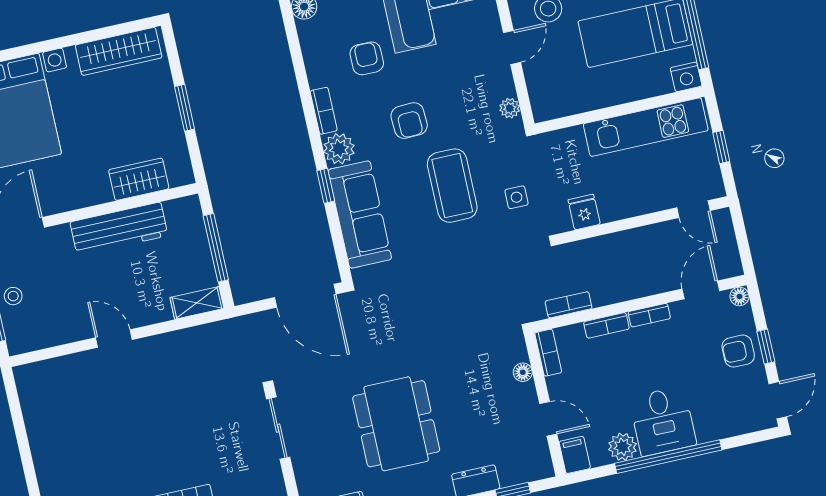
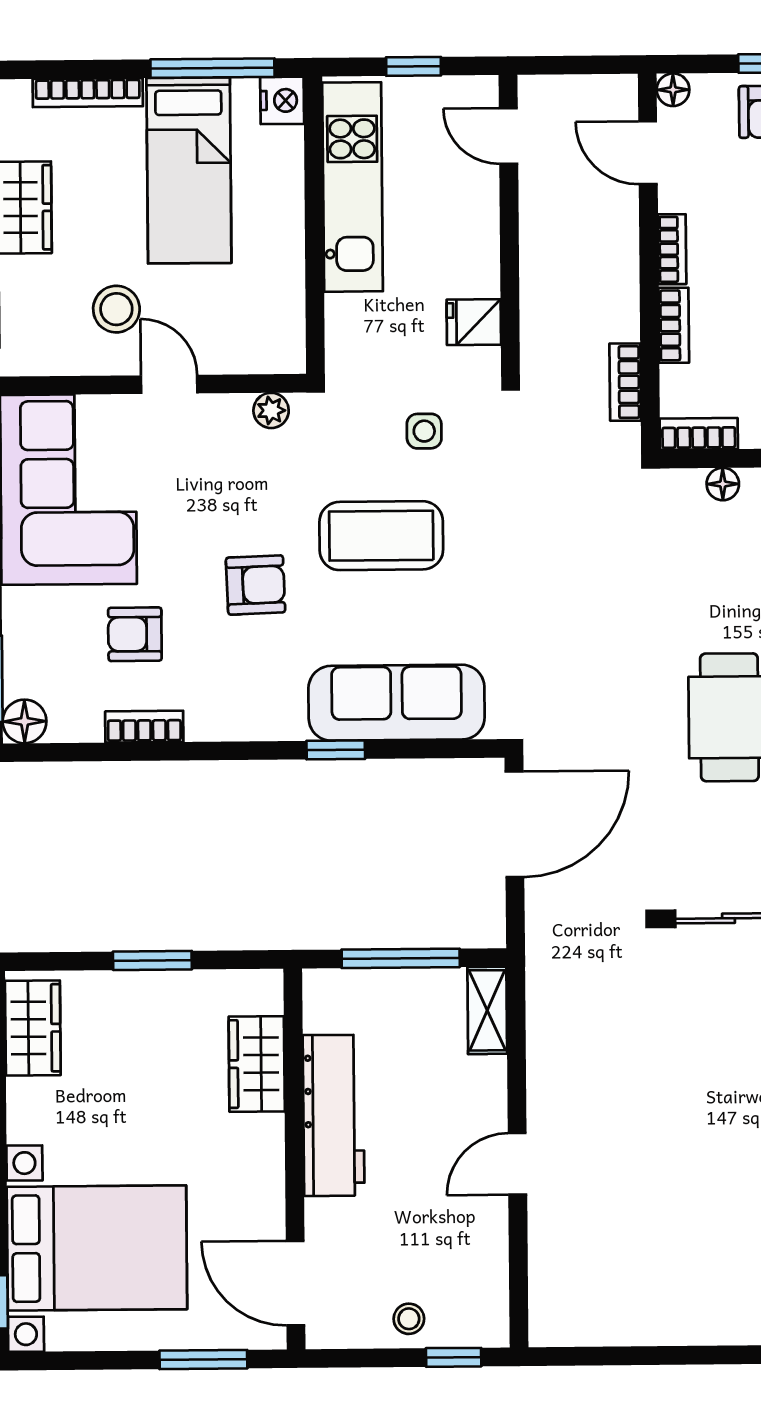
wardrobe: (119, 51) -> (33, 1028), width x0.67
bookcase: (324, 111) -> (144, 727), moved
plant: (339, 149) -> (278, 714), removed
door: (693, 209) -> (508, 136), swing flipped

